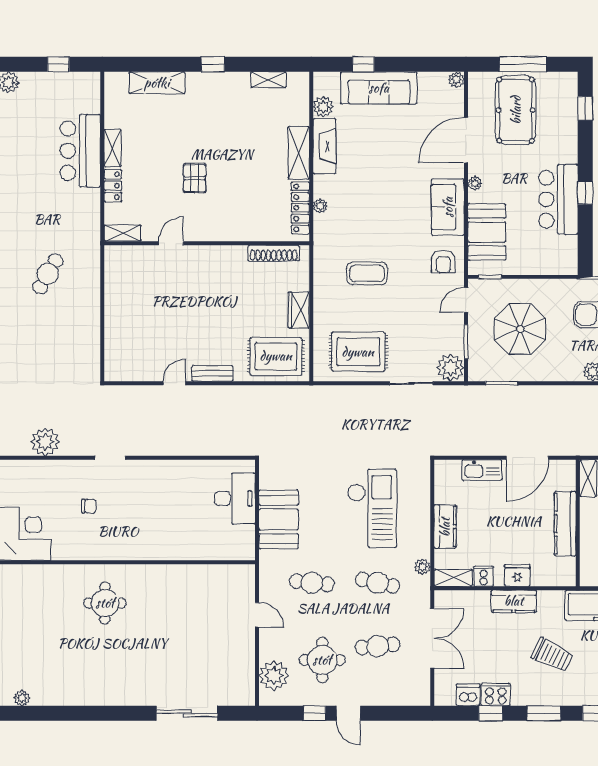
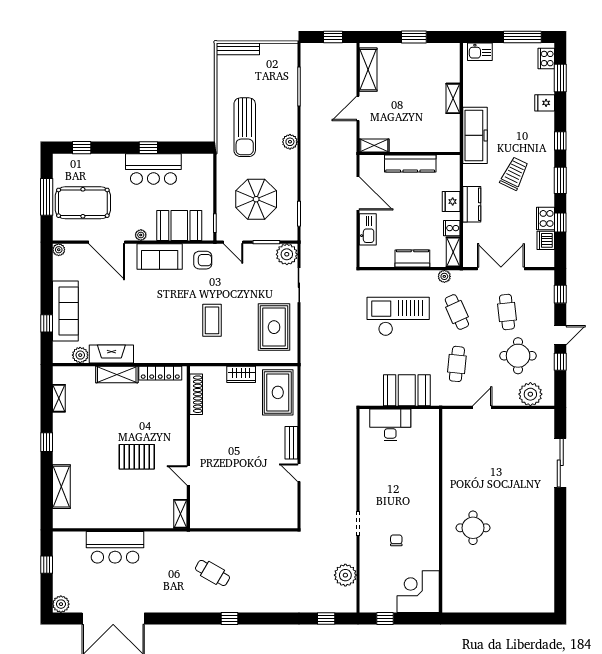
shelving: (113, 148) -> (113, 522), removed
pallet: (195, 178) -> (137, 457), width x1.50, depth x1.42
locker: (113, 186) -> (143, 521), removed
plant: (320, 206) -> (159, 357), removed
cafe table: (378, 583) -> (457, 312), turned -36
plant: (22, 698) -> (548, 593), removed
window: (400, 713) -> (560, 294), added

